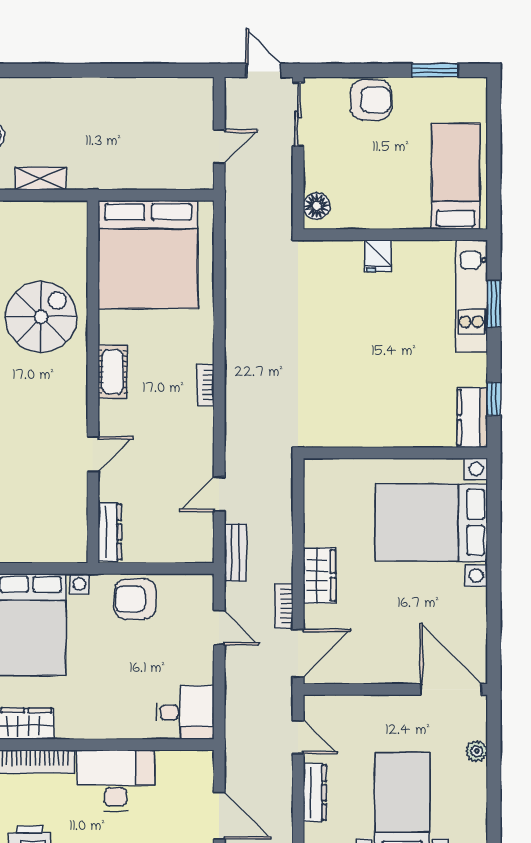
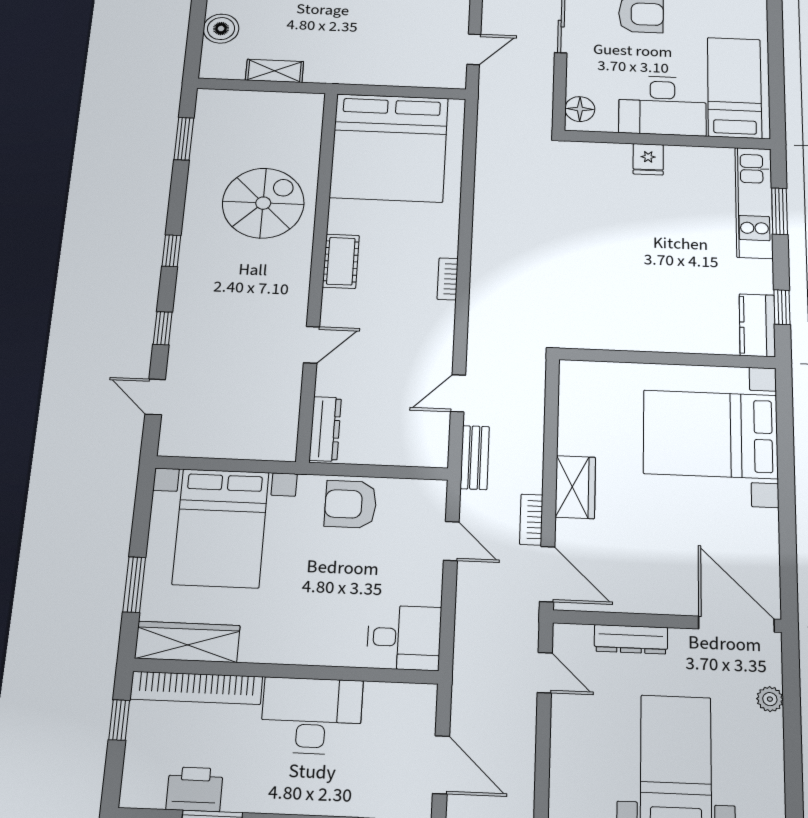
desk: (391, 199) -> (662, 106), added
door: (298, 653) -> (547, 574), hinge flipped
dresser: (315, 793) -> (631, 639), moved, turned 90

